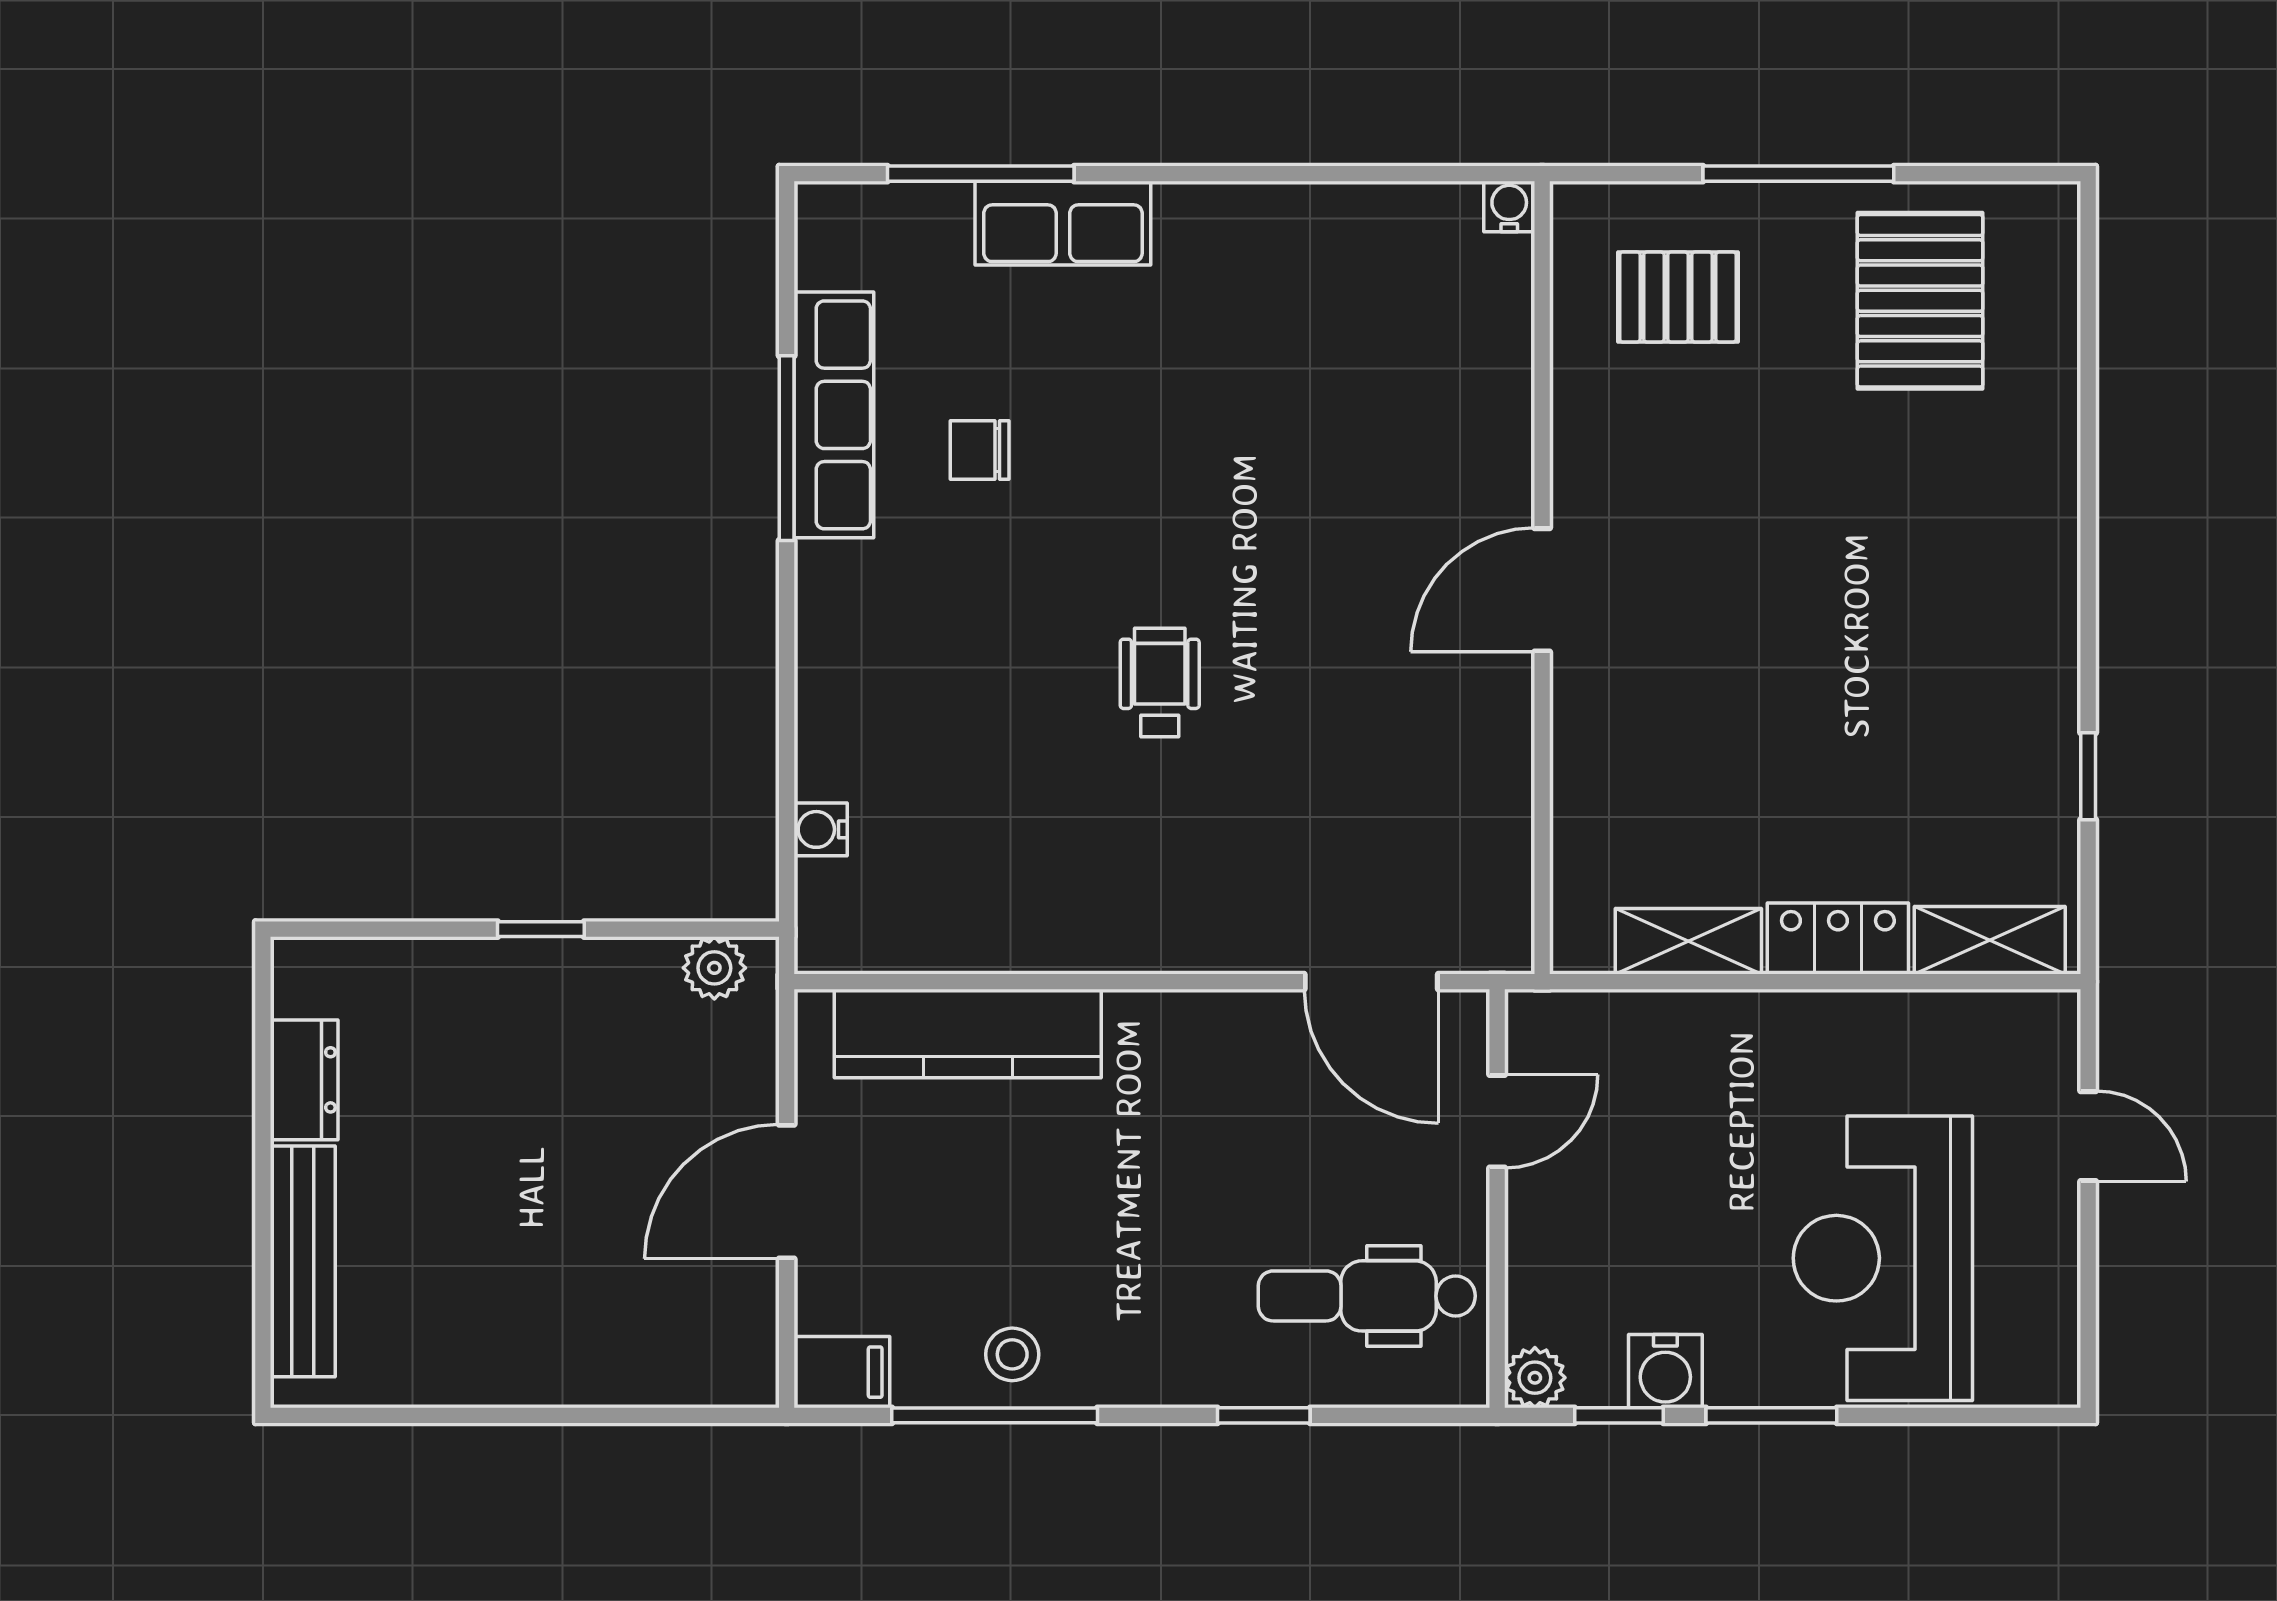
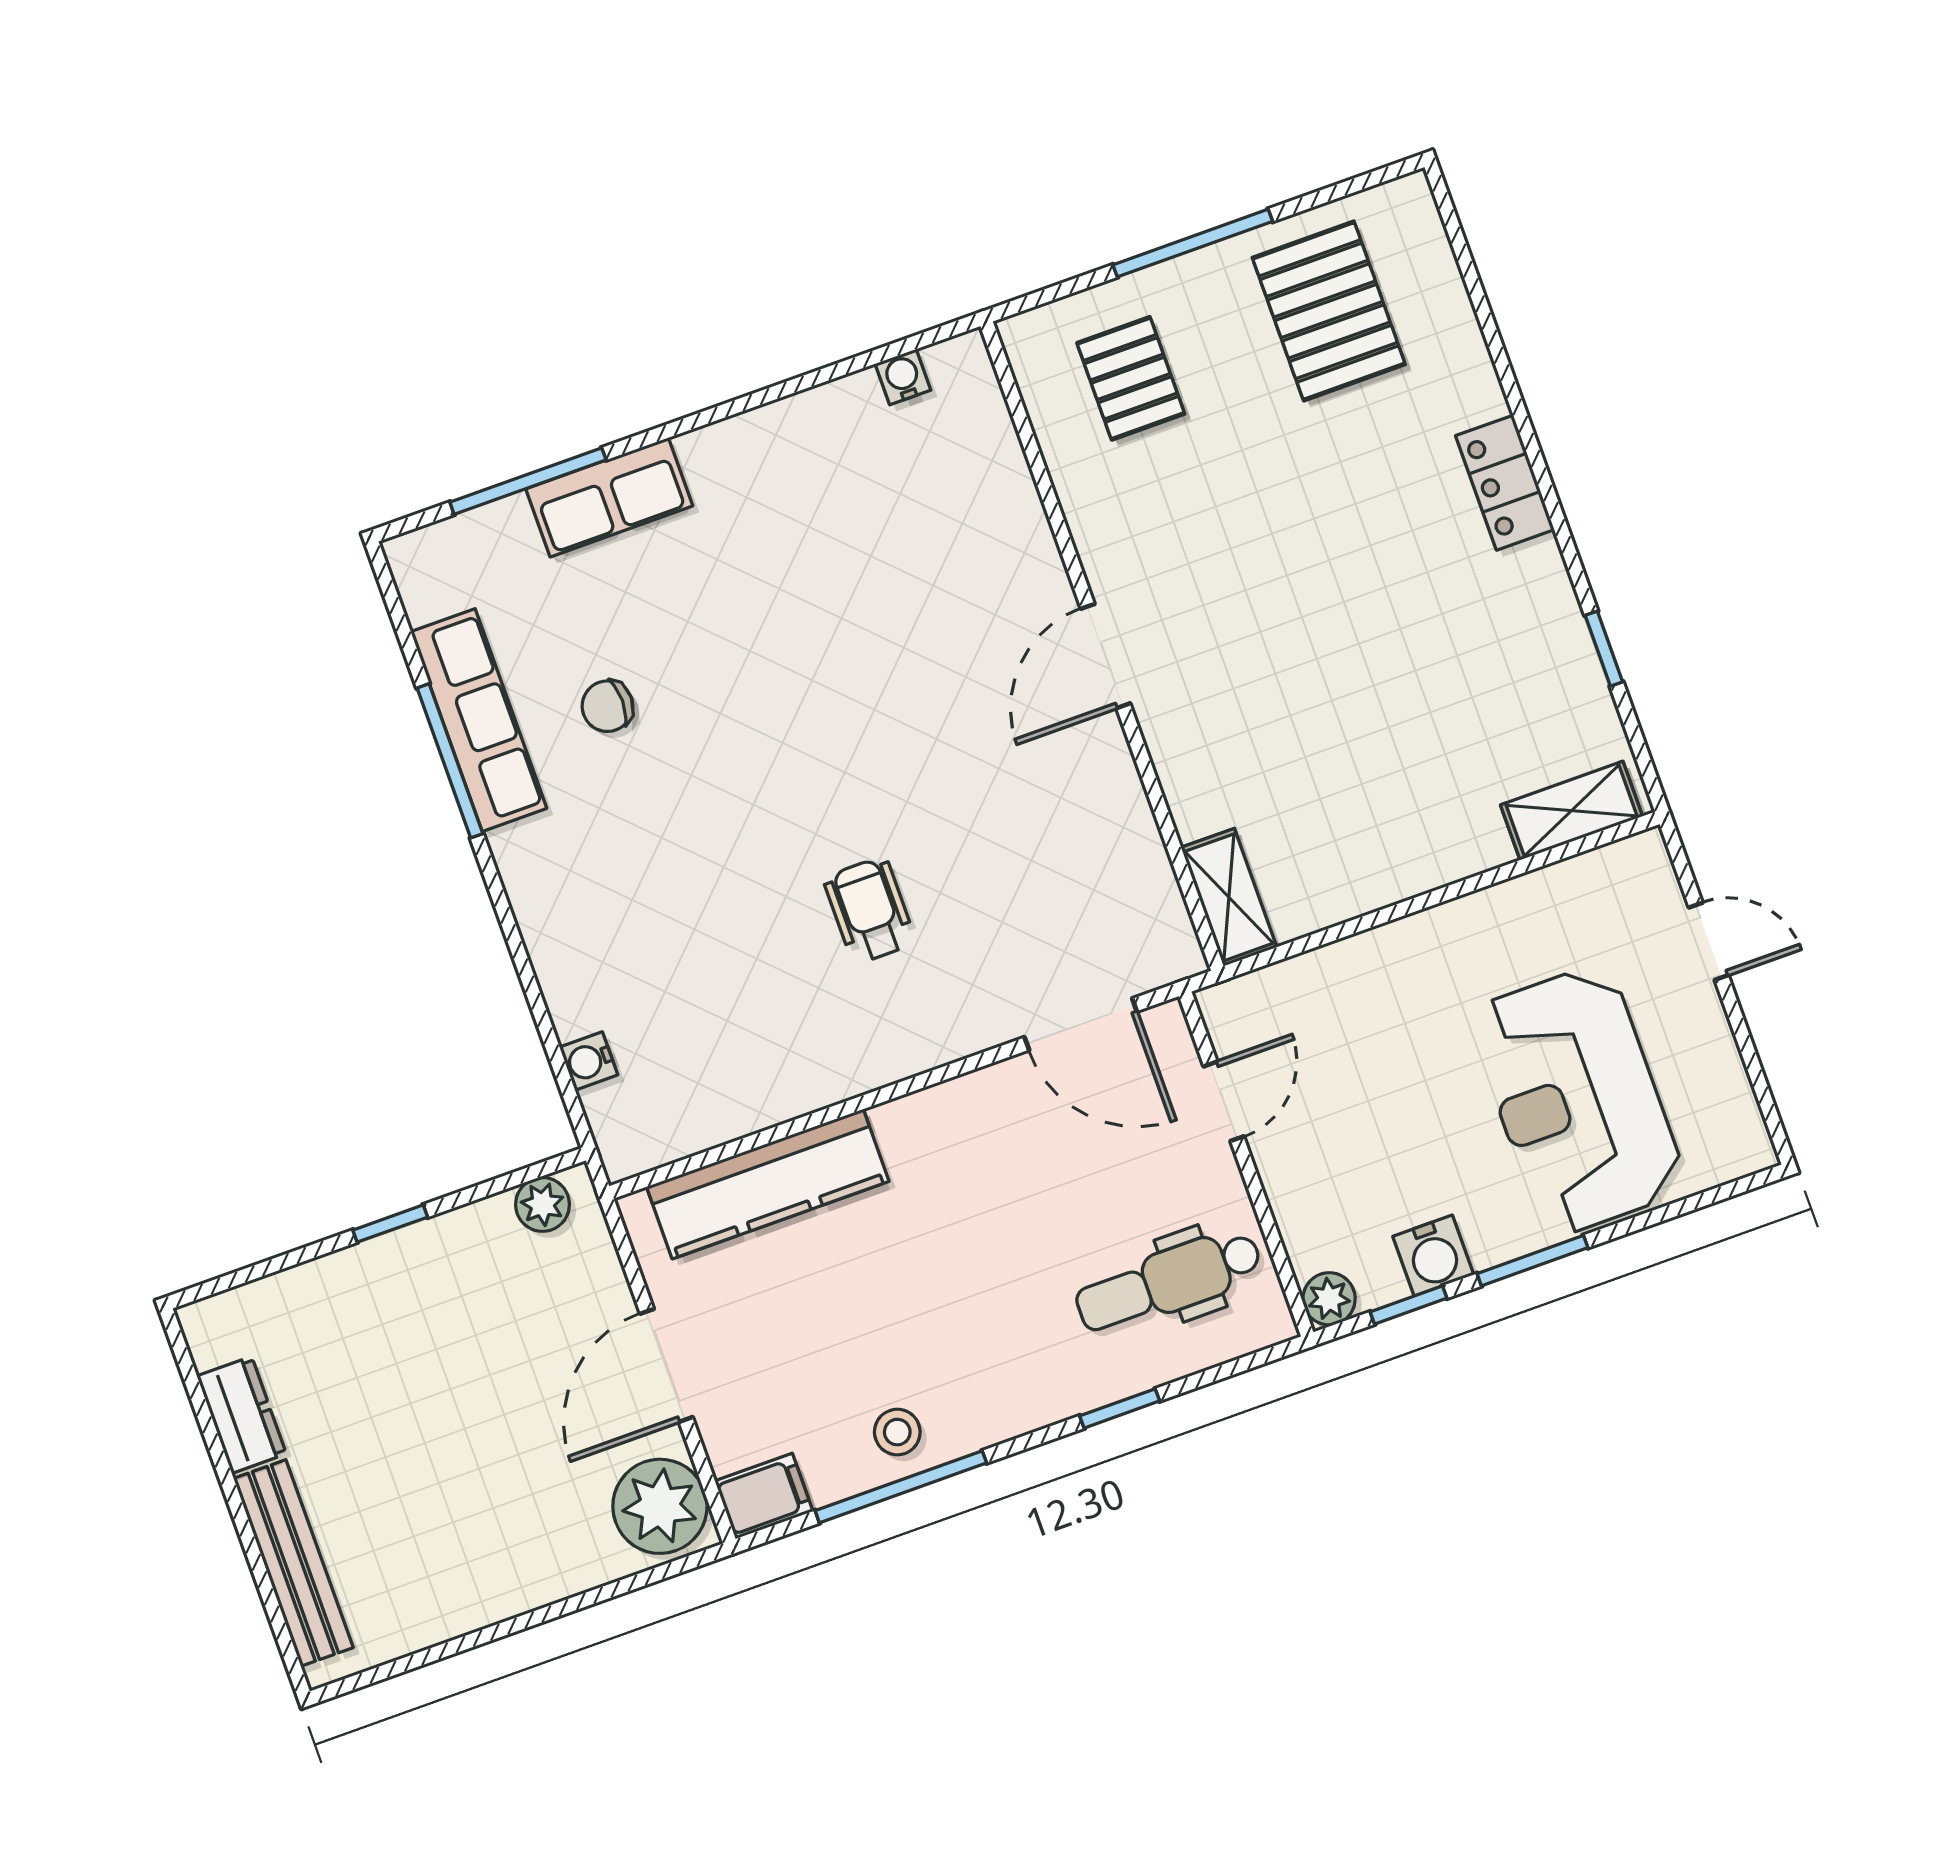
water cooler: (1509, 207) -> (903, 377), moved
pallet: (1678, 297) -> (1131, 378), turned 90
wheelchair: (1160, 683) -> (870, 910), moved
locker: (1838, 938) -> (1505, 483), moved, turned -90
shelving: (1688, 941) -> (1229, 897), moved, turned 90
plant: (724, 1343) -> (660, 1506), added

